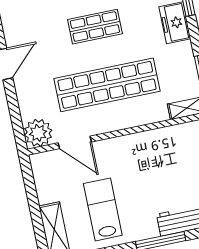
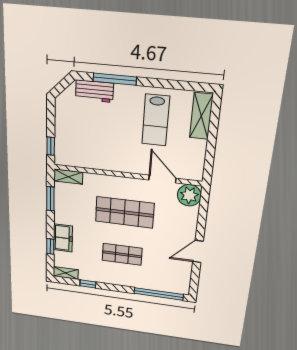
shop shelf: (107, 85) -> (125, 212), width x0.71

